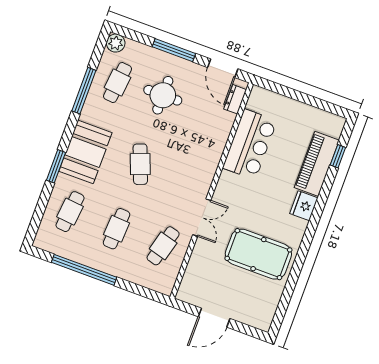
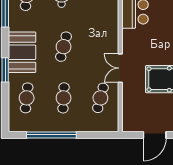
cafe table: (140, 164) -> (64, 47), turned 36
double door: (202, 218) -> (120, 68), swing flipped

